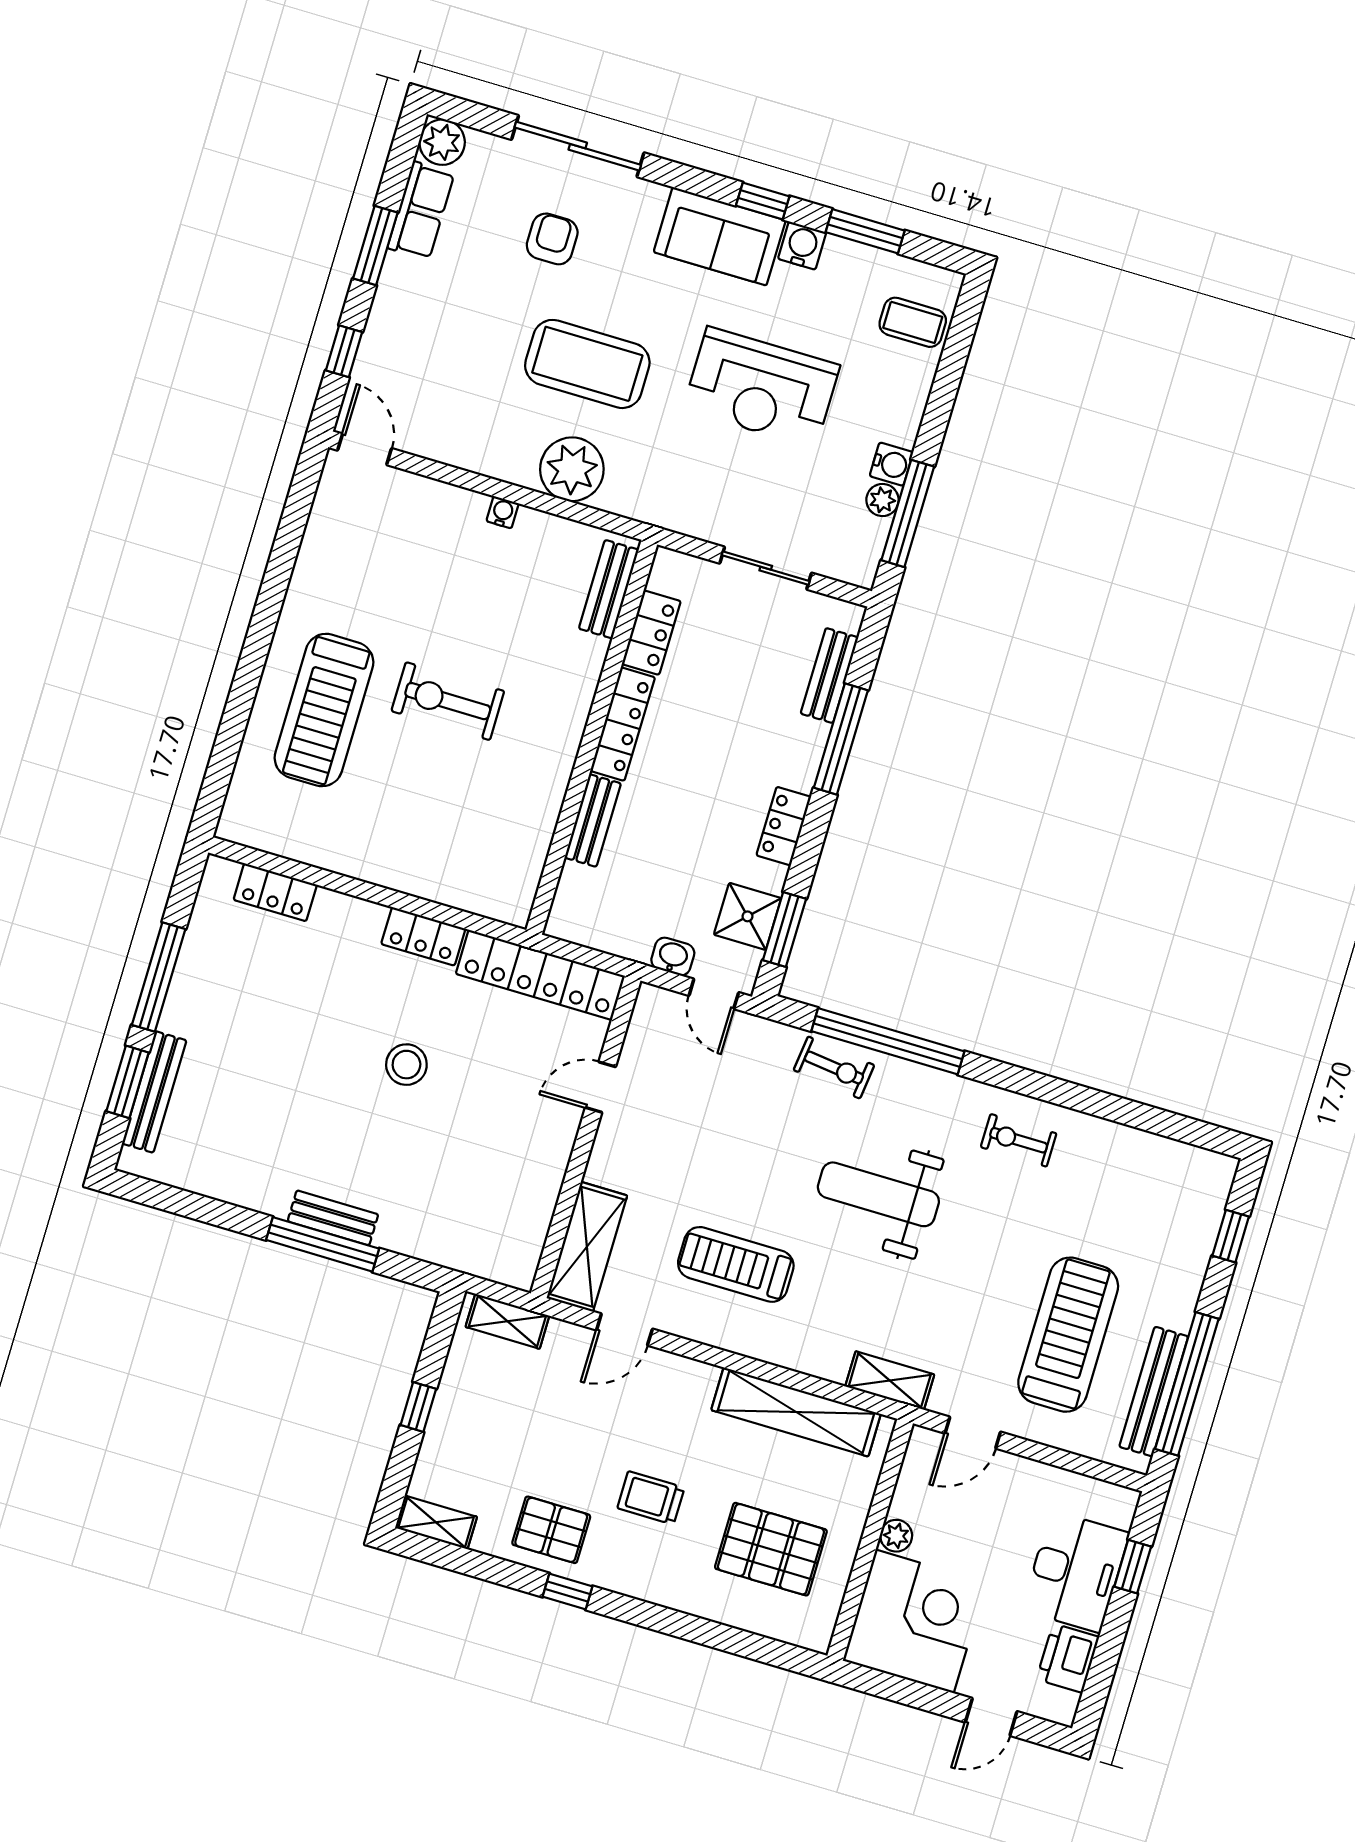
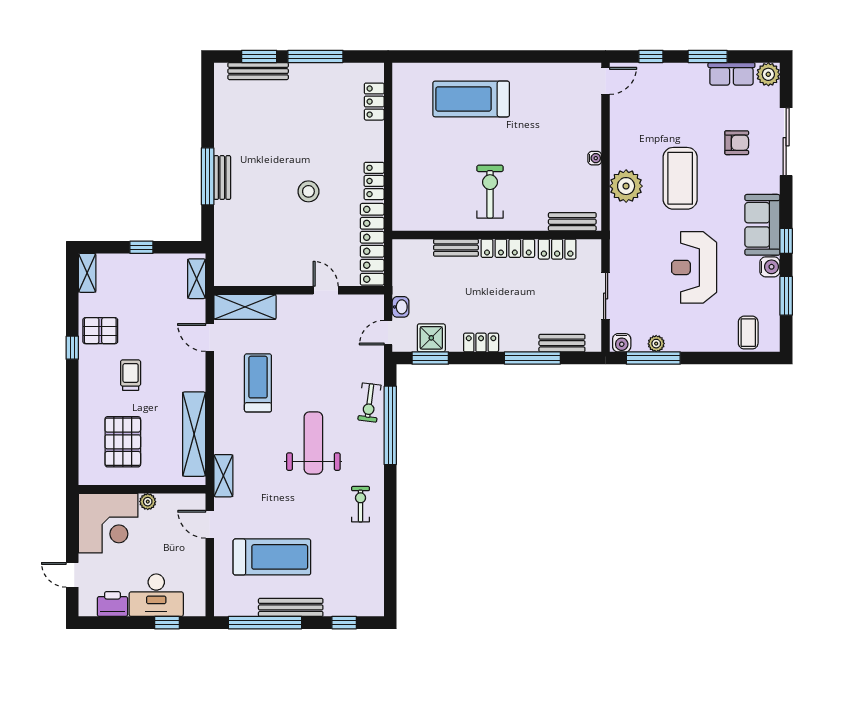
water cooler: (891, 464) -> (622, 343), moved
exercise bike: (448, 701) -> (490, 192), moved
bench: (1154, 1392) -> (291, 607), moved
pallet: (551, 1530) -> (100, 331), turned 90

